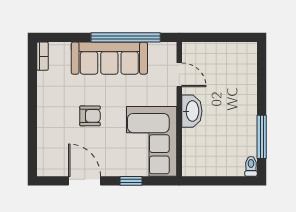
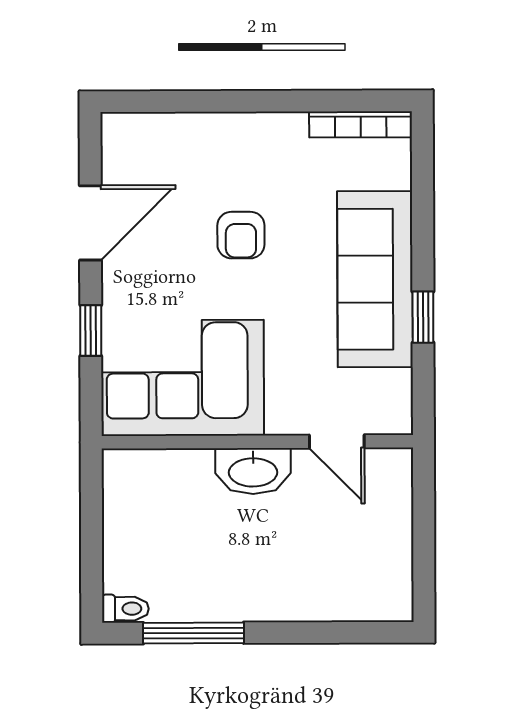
window: (126, 37) -> (423, 317), width x0.32
bookcase: (42, 56) -> (361, 124), width x1.56
door: (179, 75) -> (337, 441), hinge flipped

